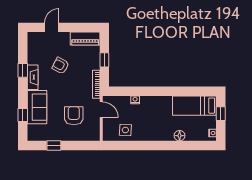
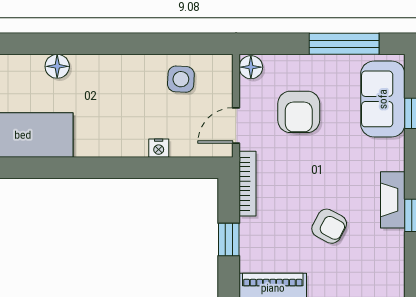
sofa: (37, 107) -> (383, 99), moved
door: (101, 110) -> (236, 125), hinge flipped
floor lamp: (95, 135) -> (251, 67), added
window: (54, 145) -> (344, 44), width x2.17

